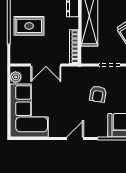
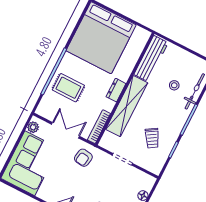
double door: (46, 65) -> (66, 130), swing flipped
armchair: (98, 94) -> (83, 158), moved

